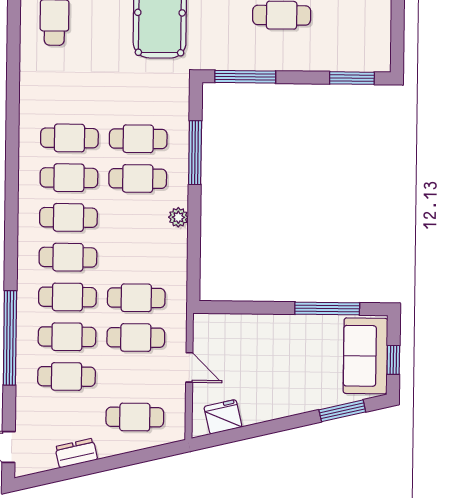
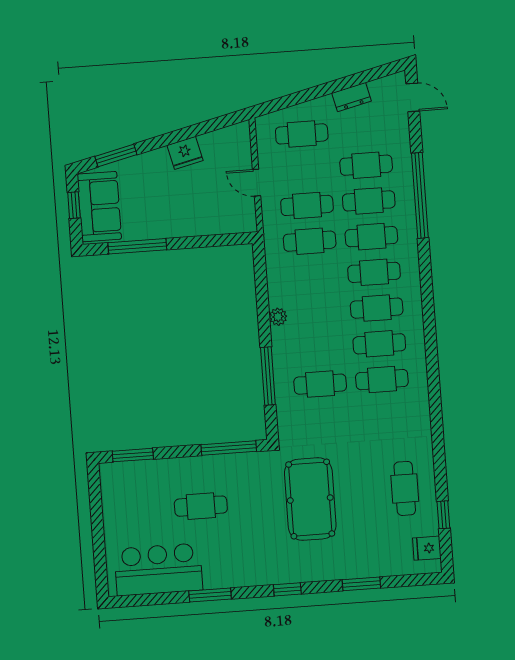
cafe table: (138, 179) -> (317, 348), removed
fridge: (223, 417) -> (185, 153), moved

